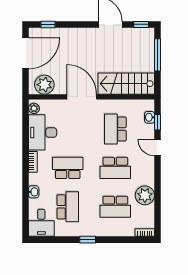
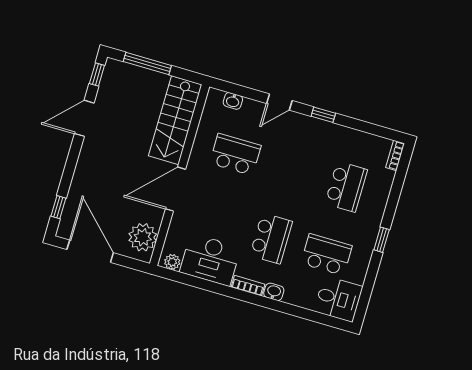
window: (158, 122) -> (323, 115), moved
school desk: (115, 129) -> (235, 154), turned 180
school desk: (68, 168) -> (271, 238), turned 180
school desk: (115, 168) -> (291, 171), removed
washbasin: (34, 192) -> (274, 292), moved
plant: (145, 195) -> (342, 140), removed

